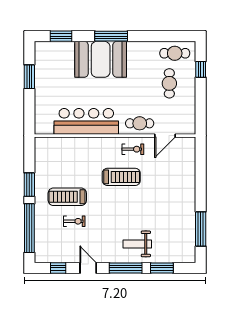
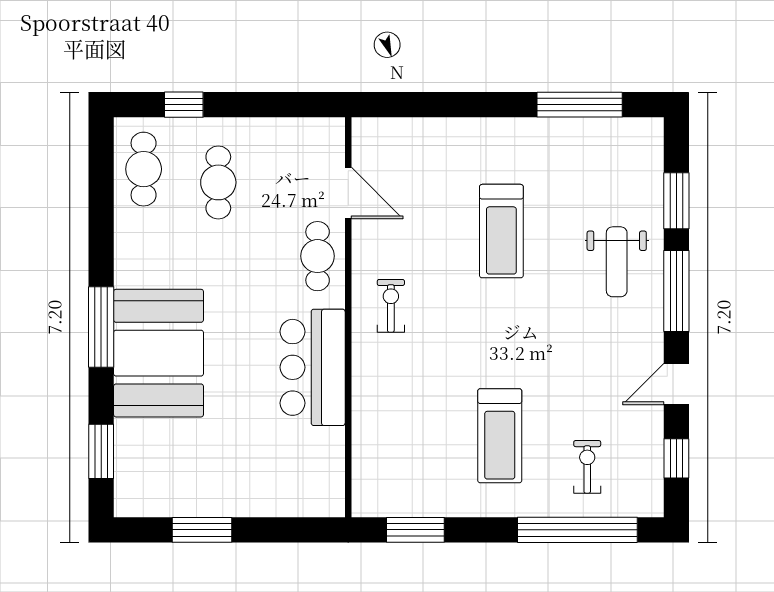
cafe table: (169, 83) -> (218, 182), turned 90
bar counter: (86, 121) -> (313, 367), width x0.73
exercise bike: (133, 149) -> (391, 306), moved
treadmill: (121, 177) -> (501, 231), moved, turned 180
window: (29, 185) -> (415, 530), moved
exercise bike: (74, 221) -> (587, 467), moved

